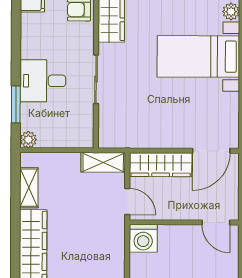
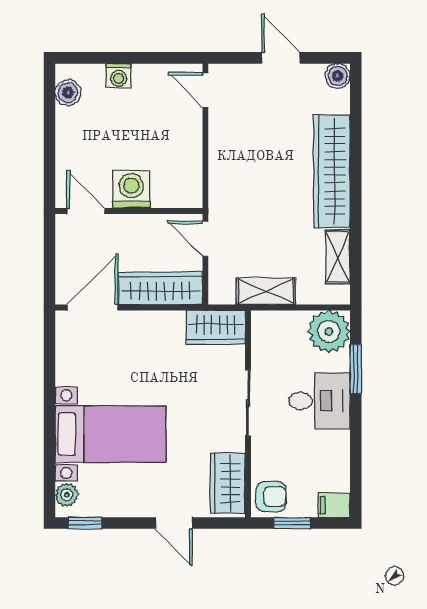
wardrobe: (120, 136) -> (216, 327), added
plant: (28, 140) -> (329, 331), width x1.88, depth x1.88
shelving: (103, 162) -> (266, 291), moved
washing machine: (143, 238) -> (131, 189), moved

